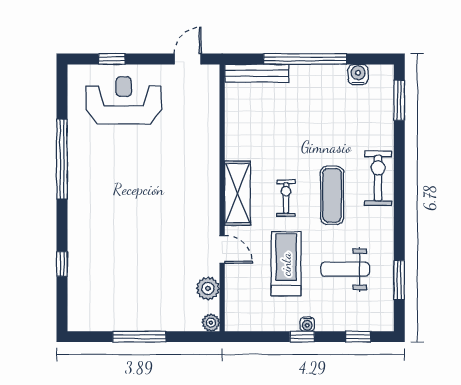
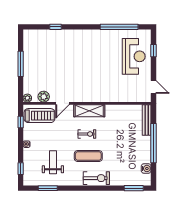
window: (62, 159) -> (119, 27), moved
treadmill: (286, 264) -> (39, 116), moved
window: (302, 337) -> (21, 122), moved

